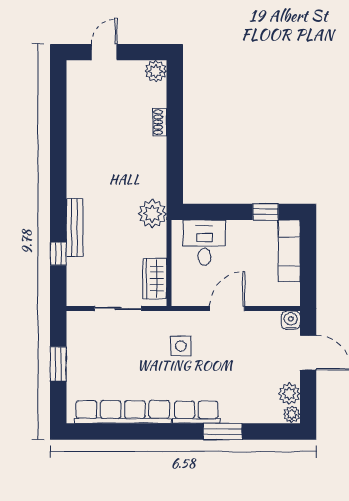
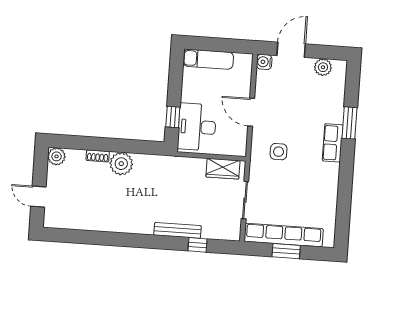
window: (266, 212) -> (173, 117), moved
plant: (152, 214) -> (121, 164), moved
desk: (204, 243) -> (197, 127), width x1.37
row of seats: (123, 412) -> (284, 235), moved, turned 90
plant: (292, 414) -> (340, 66), removed

